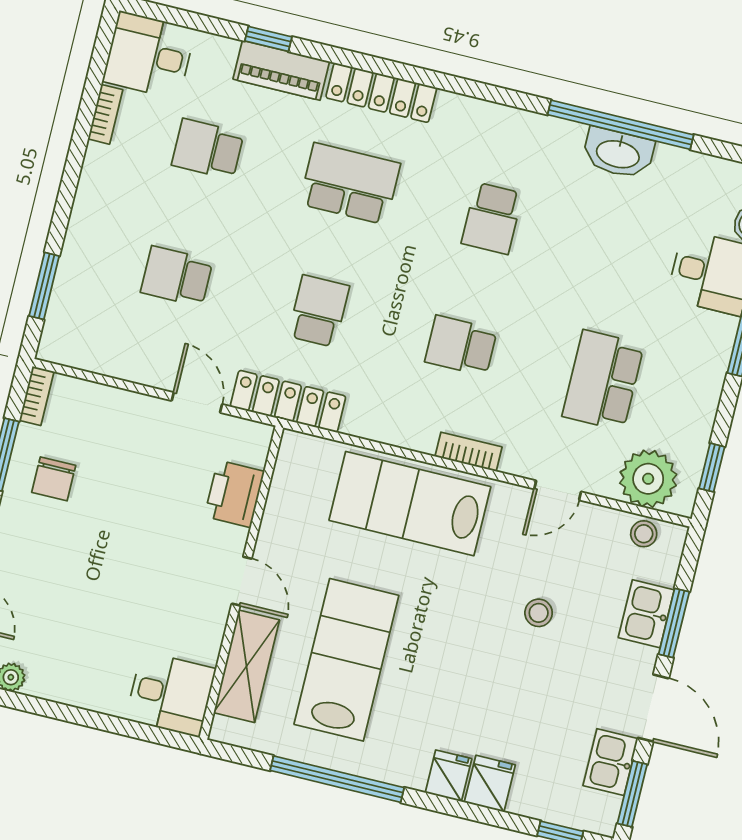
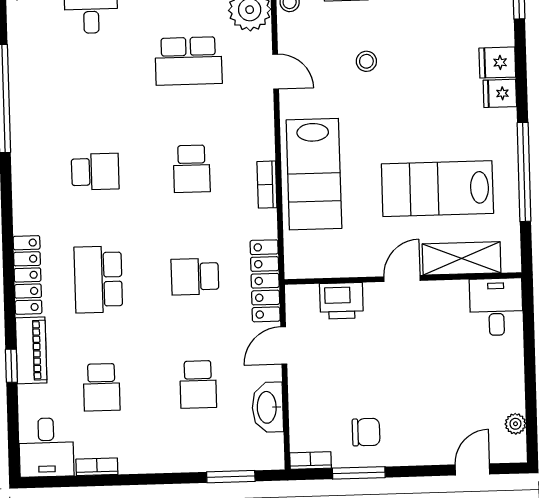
washbasin: (618, 153) -> (268, 407), moved, turned 180
bookcase: (468, 452) -> (267, 185), moved

